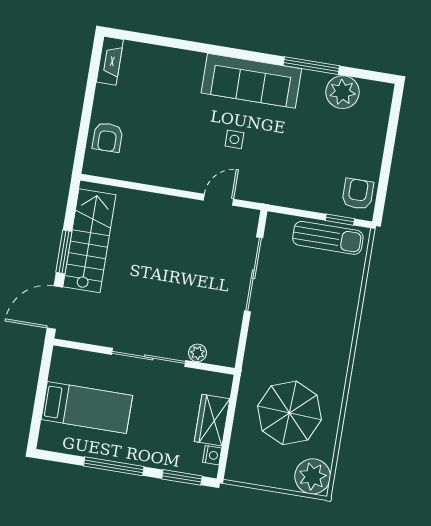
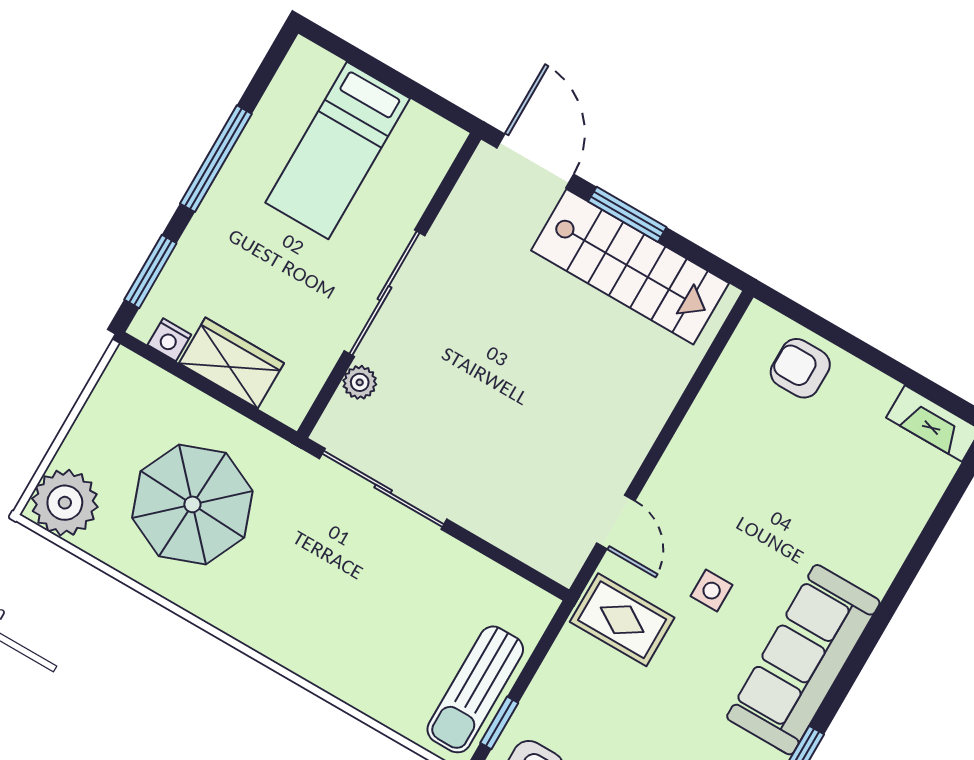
rug: (266, 178) -> (622, 620), added
sliding door: (254, 274) -> (383, 489), moved

